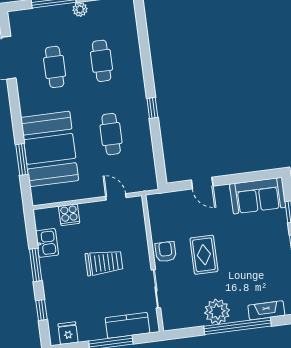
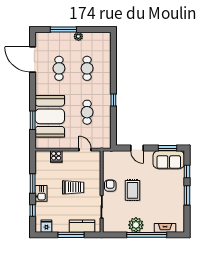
window: (253, 176) -> (168, 148), added
kitchen sink: (47, 243) -> (41, 193), moved

